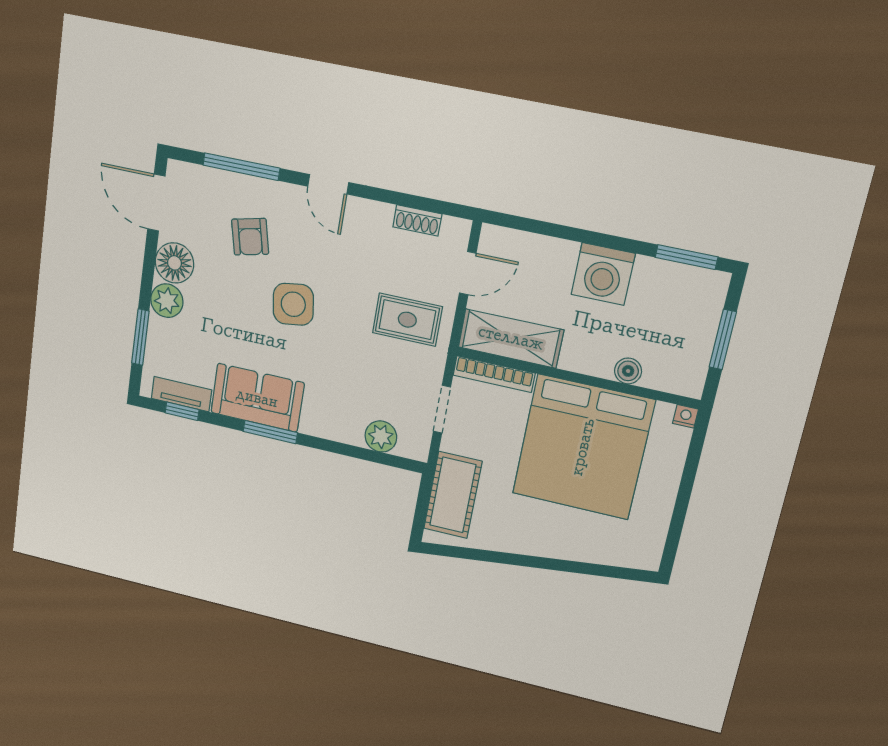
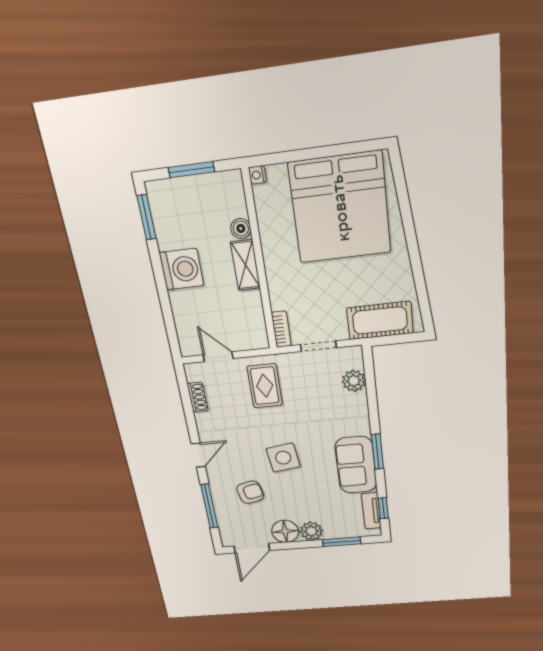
shelving: (511, 338) -> (245, 265), moved, width x0.67, depth x0.75
bookcase: (494, 374) -> (281, 329), width x0.64
bed: (583, 447) -> (340, 208), moved, turned 90

